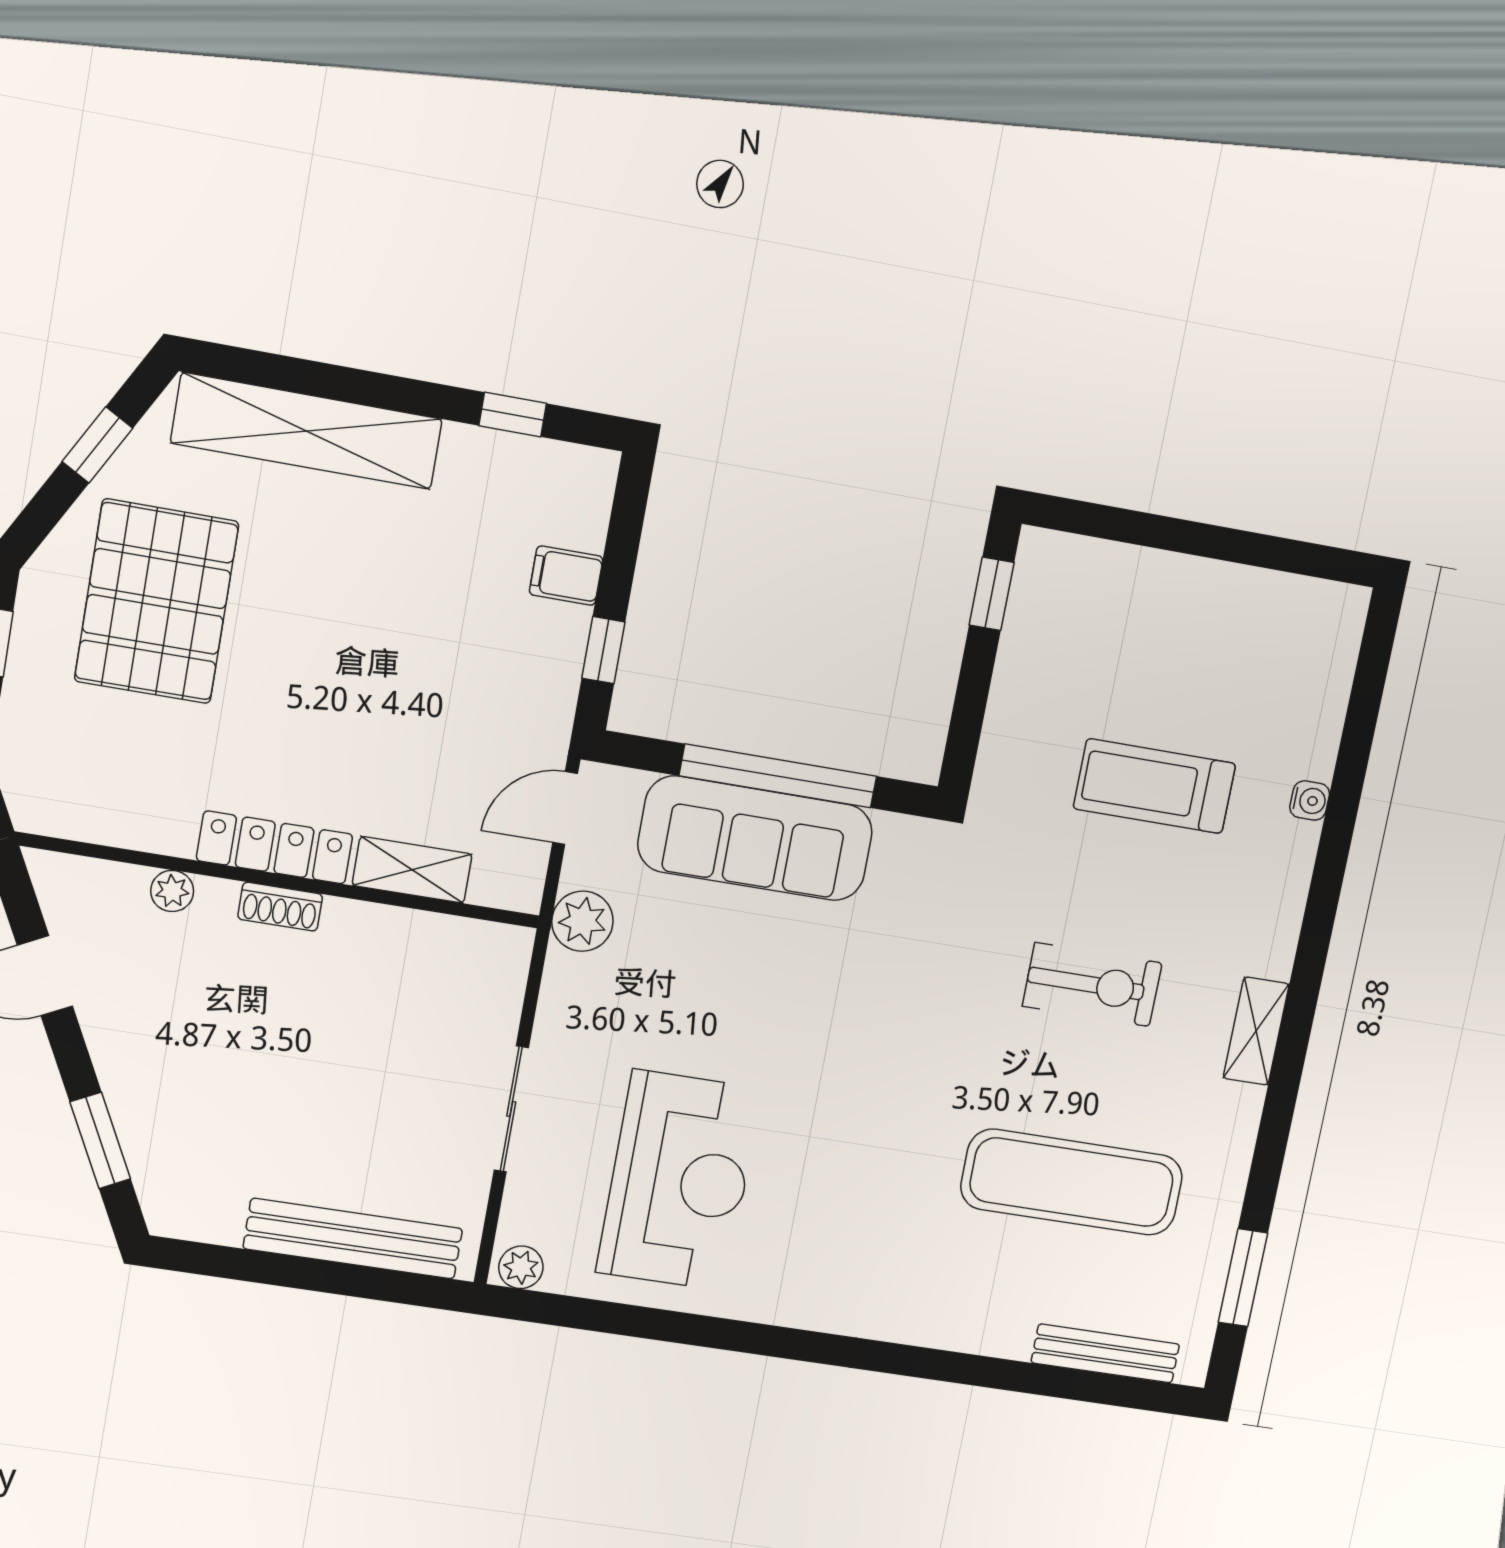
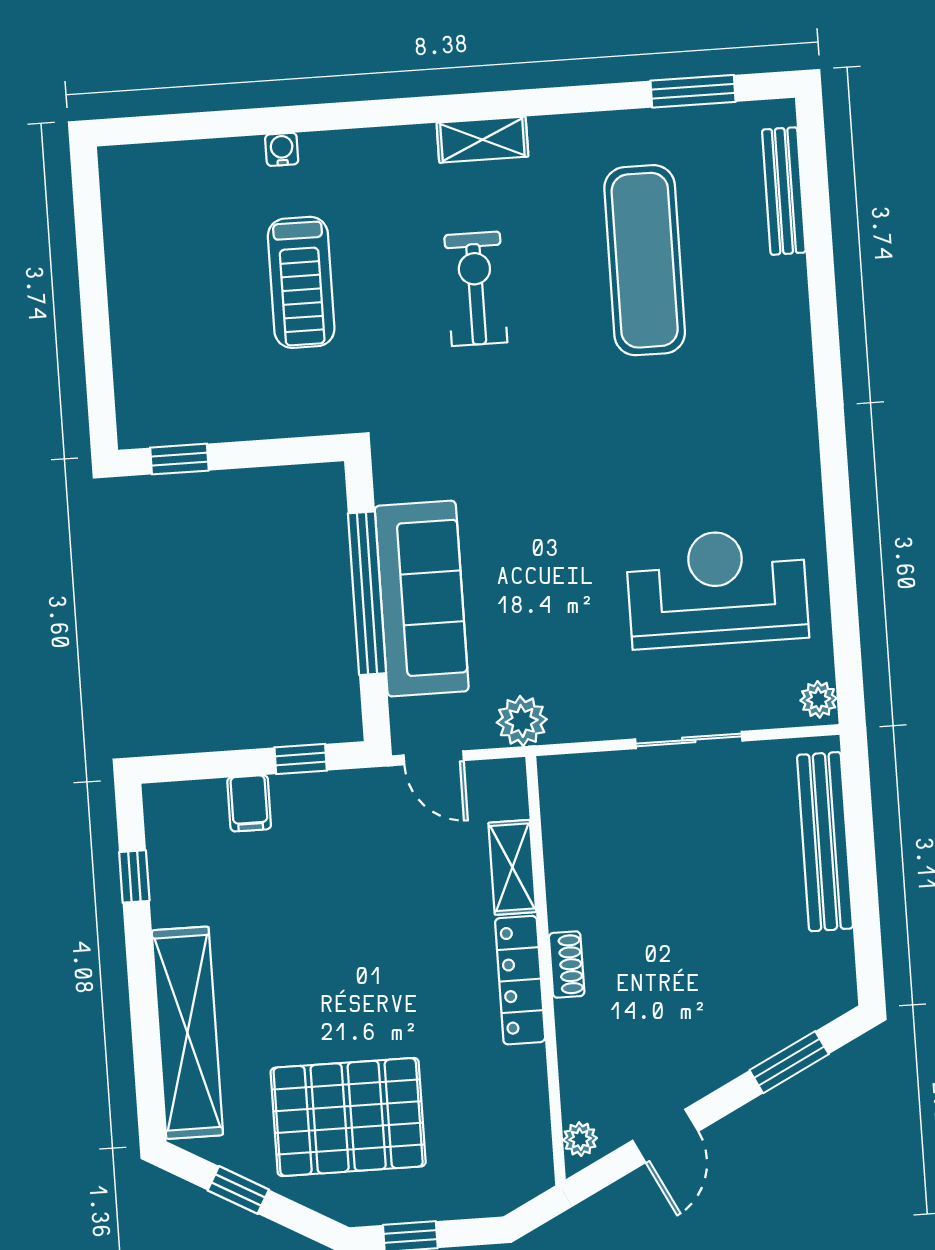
plant: (172, 891) -> (580, 1139), moved

